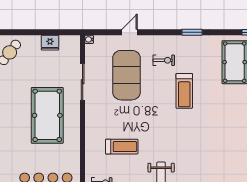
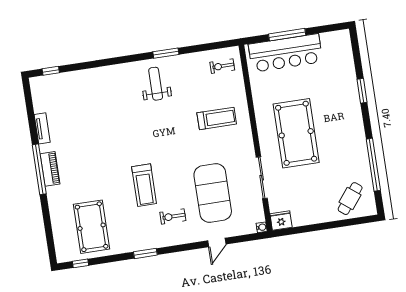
fridge: (50, 43) -> (281, 221), moved
treadmill: (184, 91) -> (144, 185), turned 180
treadmill: (122, 147) -> (217, 118), moved, turned 180

